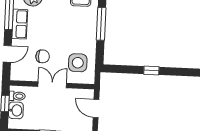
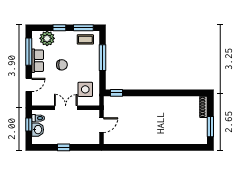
chair: (43, 56) -> (62, 65), moved
window: (151, 71) -> (116, 93), moved
door: (96, 108) -> (101, 125), swing flipped

